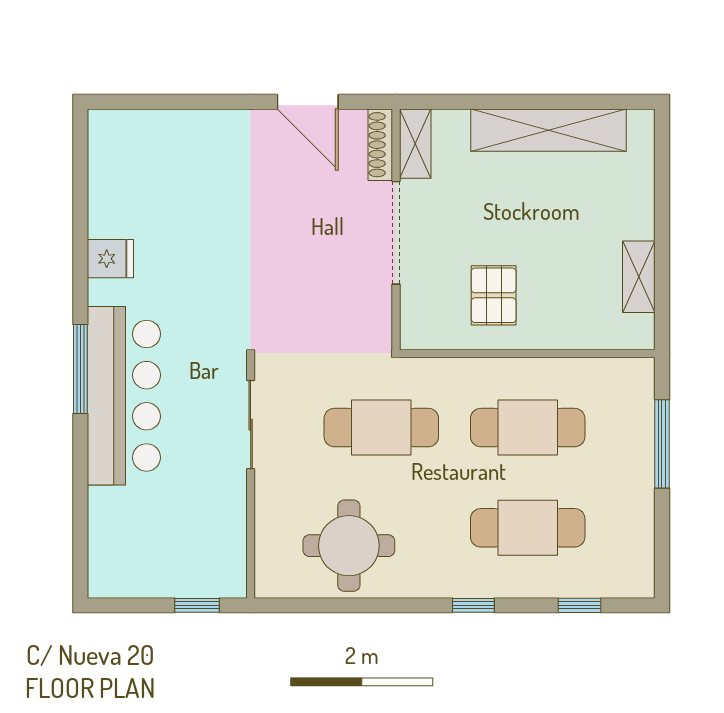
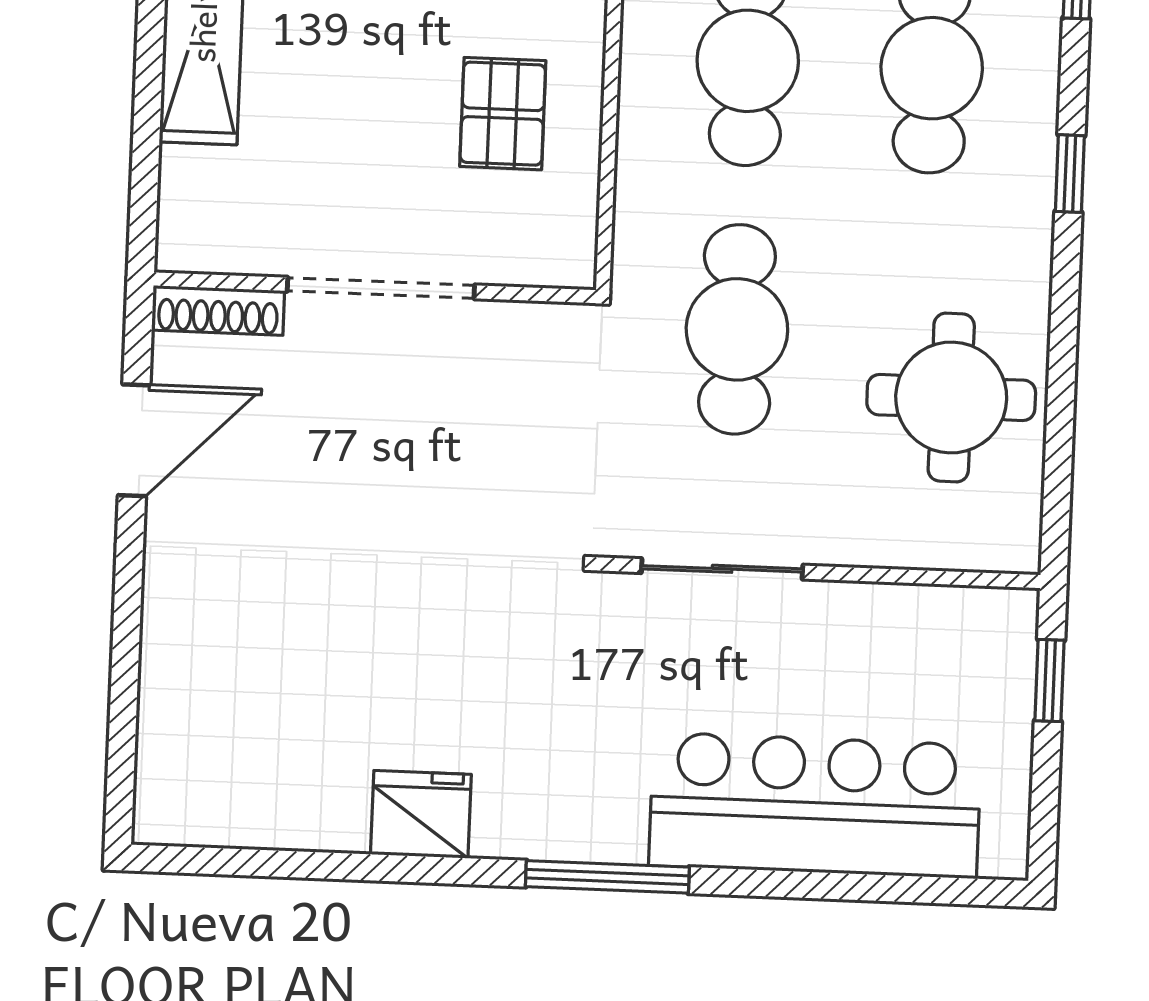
shelving: (415, 144) -> (219, 246), removed
fridge: (110, 259) -> (421, 814), width x1.38
pallet: (494, 295) -> (503, 114), turned 90
bar counter: (124, 396) -> (815, 805), moved

